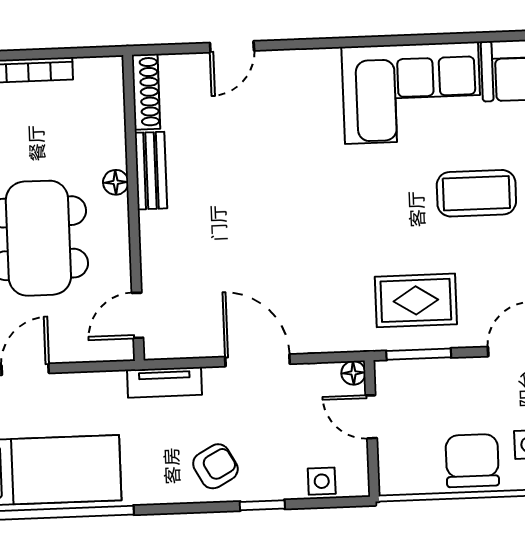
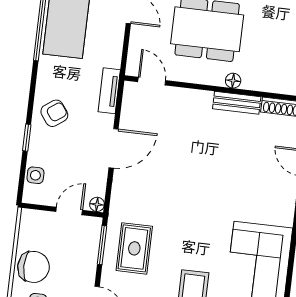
armchair: (215, 466) -> (54, 113), turned -97

